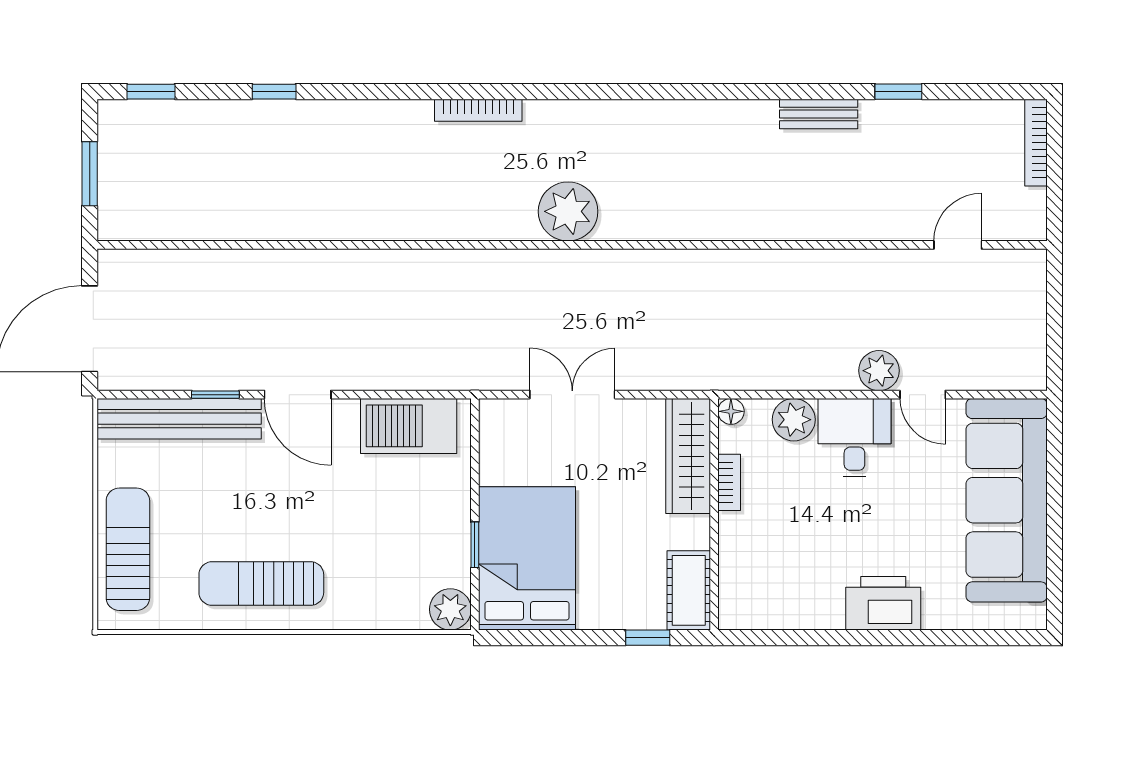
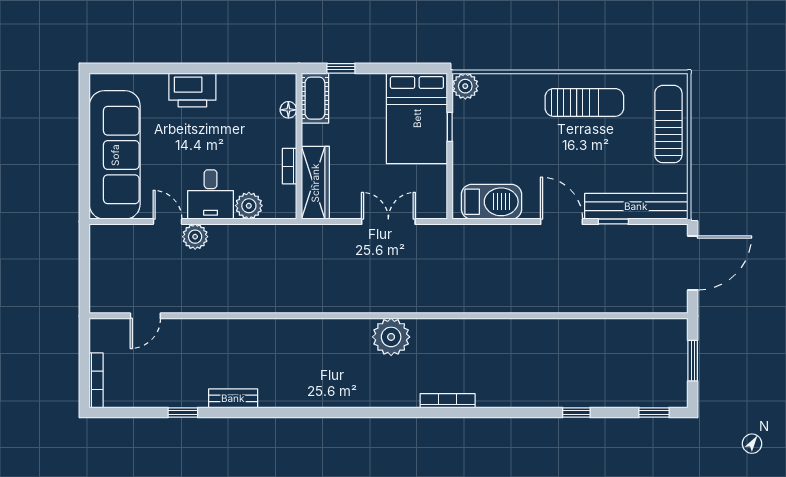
double door: (572, 395) -> (388, 222), swing flipped
floor lamp: (731, 411) -> (288, 110), moved
sun lounger: (128, 549) -> (668, 124), turned 180

